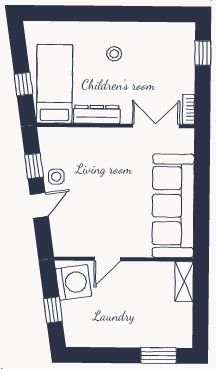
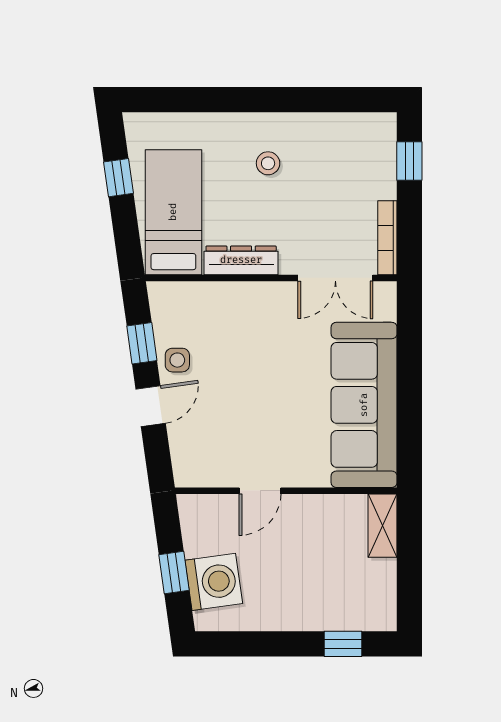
window: (23, 84) -> (119, 178), moved
bookcase: (189, 109) -> (387, 238), width x1.56
double door: (156, 126) -> (335, 278), swing flipped
washing machine: (73, 282) -> (214, 582), moved
window: (159, 356) -> (343, 644), width x0.67

